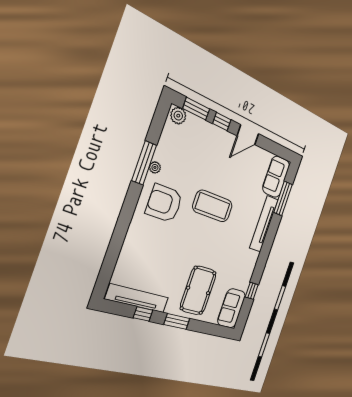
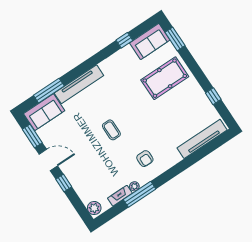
window: (196, 109) -> (32, 136), moved
fireplace: (162, 147) -> (120, 196), added
armchair: (164, 203) -> (145, 159), width x0.53, depth x0.53
coffee table: (213, 206) -> (111, 130), width x0.54, depth x0.58
tv unit: (137, 298) -> (202, 139), moved, turned 90
window: (177, 321) -> (175, 39), moved

